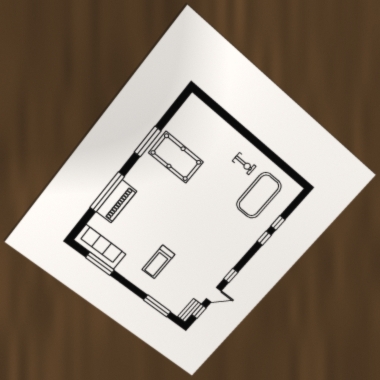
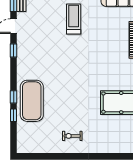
exercise mat: (259, 195) -> (32, 101), moved

